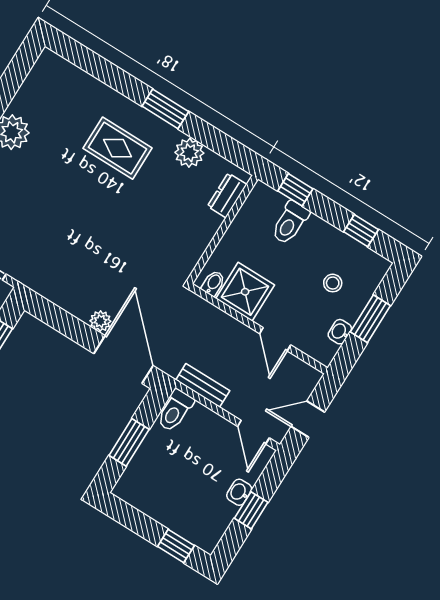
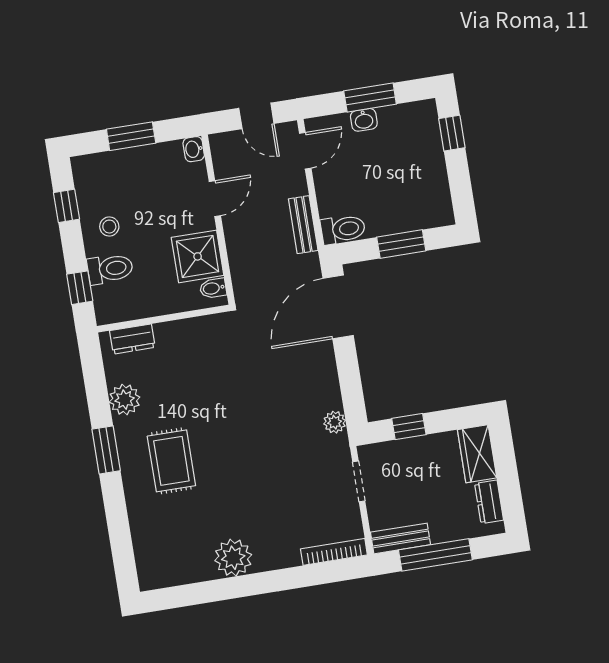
stool: (333, 283) -> (109, 227), moved
plant: (100, 321) -> (335, 422), moved
washbasin: (340, 332) -> (194, 149), moved, turned 90
window: (251, 510) -> (370, 97), width x1.50

